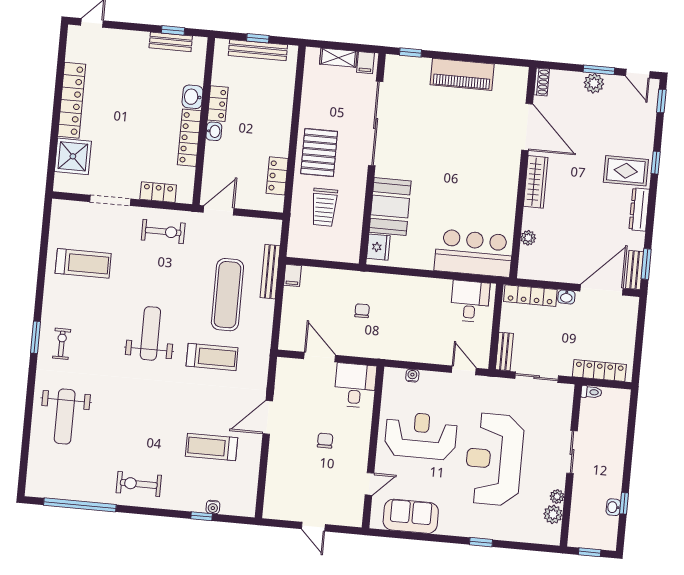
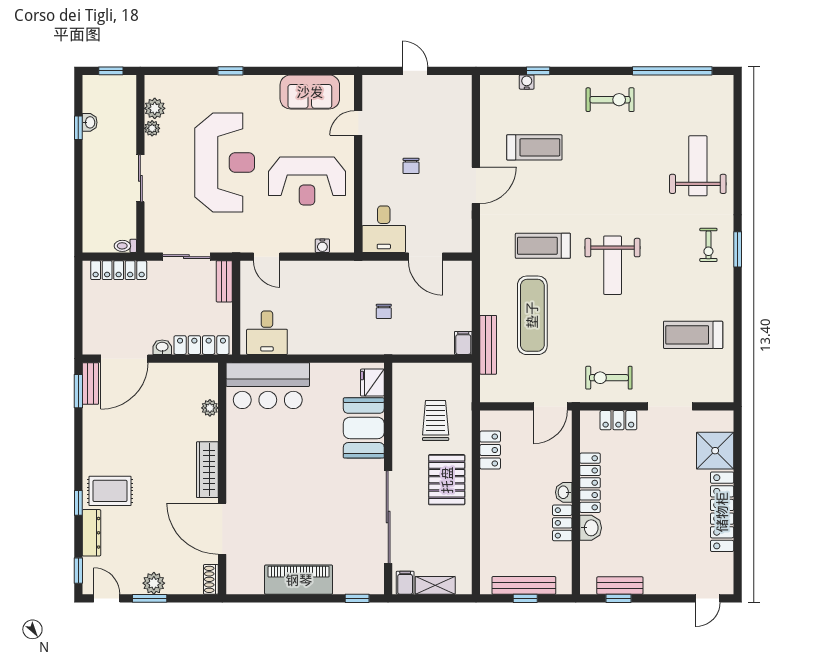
dresser: (639, 209) -> (91, 533), moved

